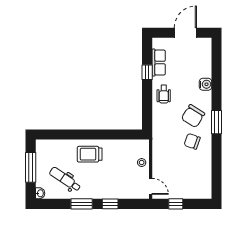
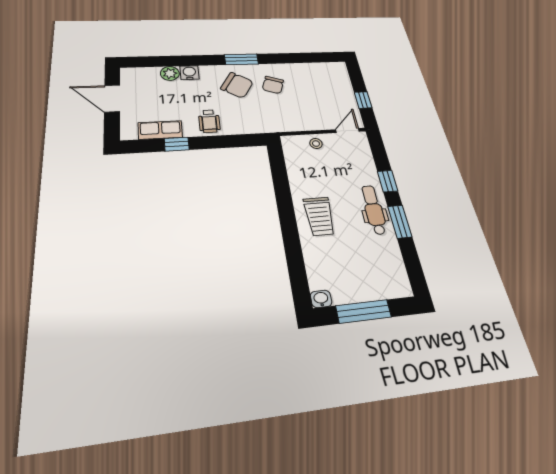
plant: (205, 71) -> (170, 73), added
wheelchair: (164, 94) -> (209, 121), turned 90
dental chair: (65, 179) -> (374, 210), moved, turned 146
washbasin: (40, 193) -> (321, 299), moved

